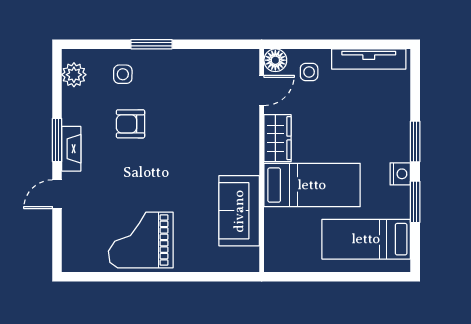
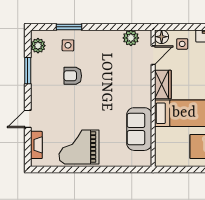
window: (151, 44) -> (69, 27), moved
plant: (225, 62) -> (131, 38), added
window: (57, 140) -> (28, 71), moved
fireplace: (71, 149) -> (36, 145), moved

